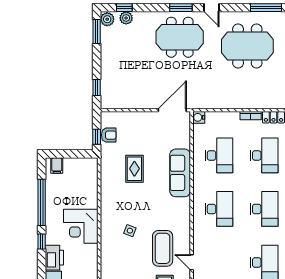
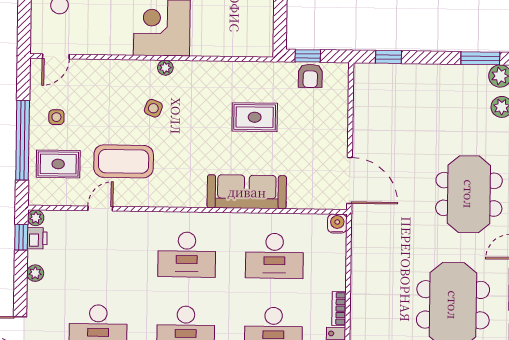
plant: (105, 224) -> (165, 68), added

